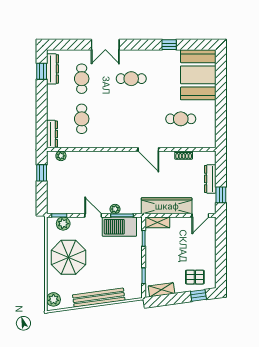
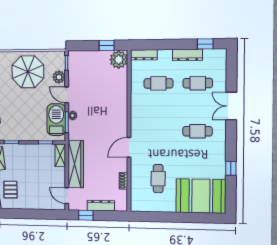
dresser: (53, 69) -> (187, 55), moved
cafe table: (131, 79) -> (197, 131), turned 90
plant: (61, 156) -> (119, 60), width x1.88, depth x1.88
door: (93, 215) -> (67, 95), swing flipped
plant: (63, 224) -> (59, 77), moved

